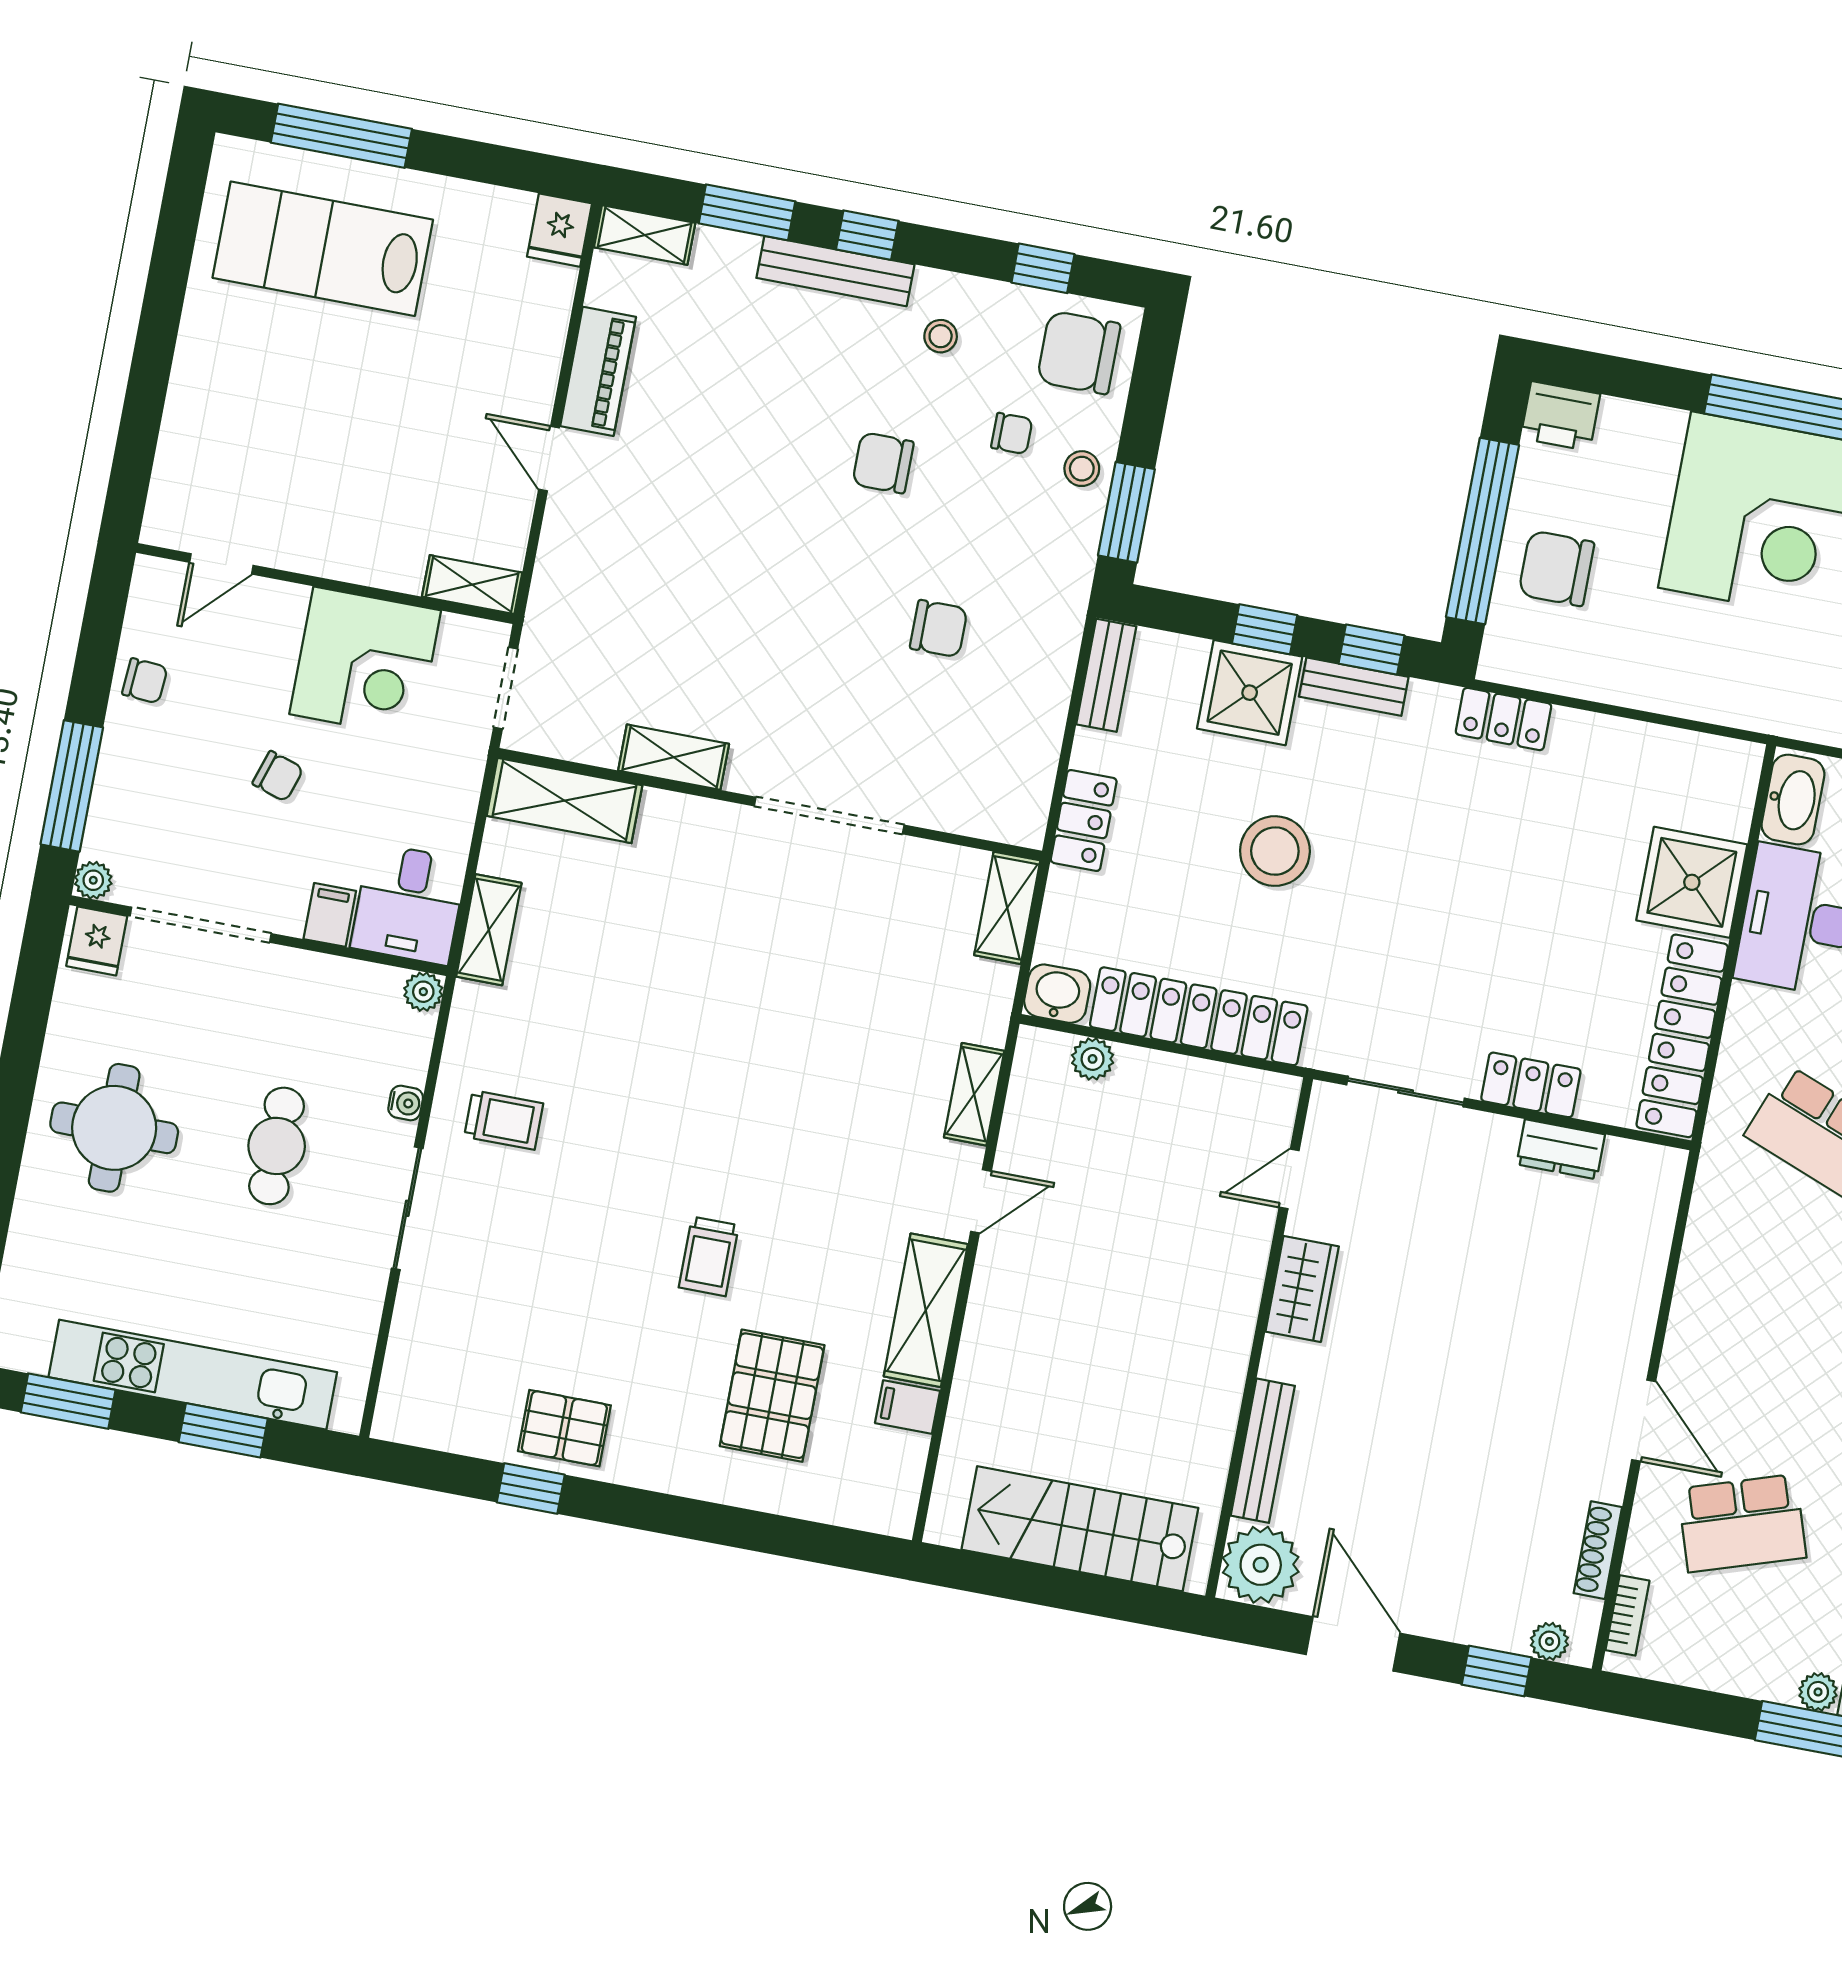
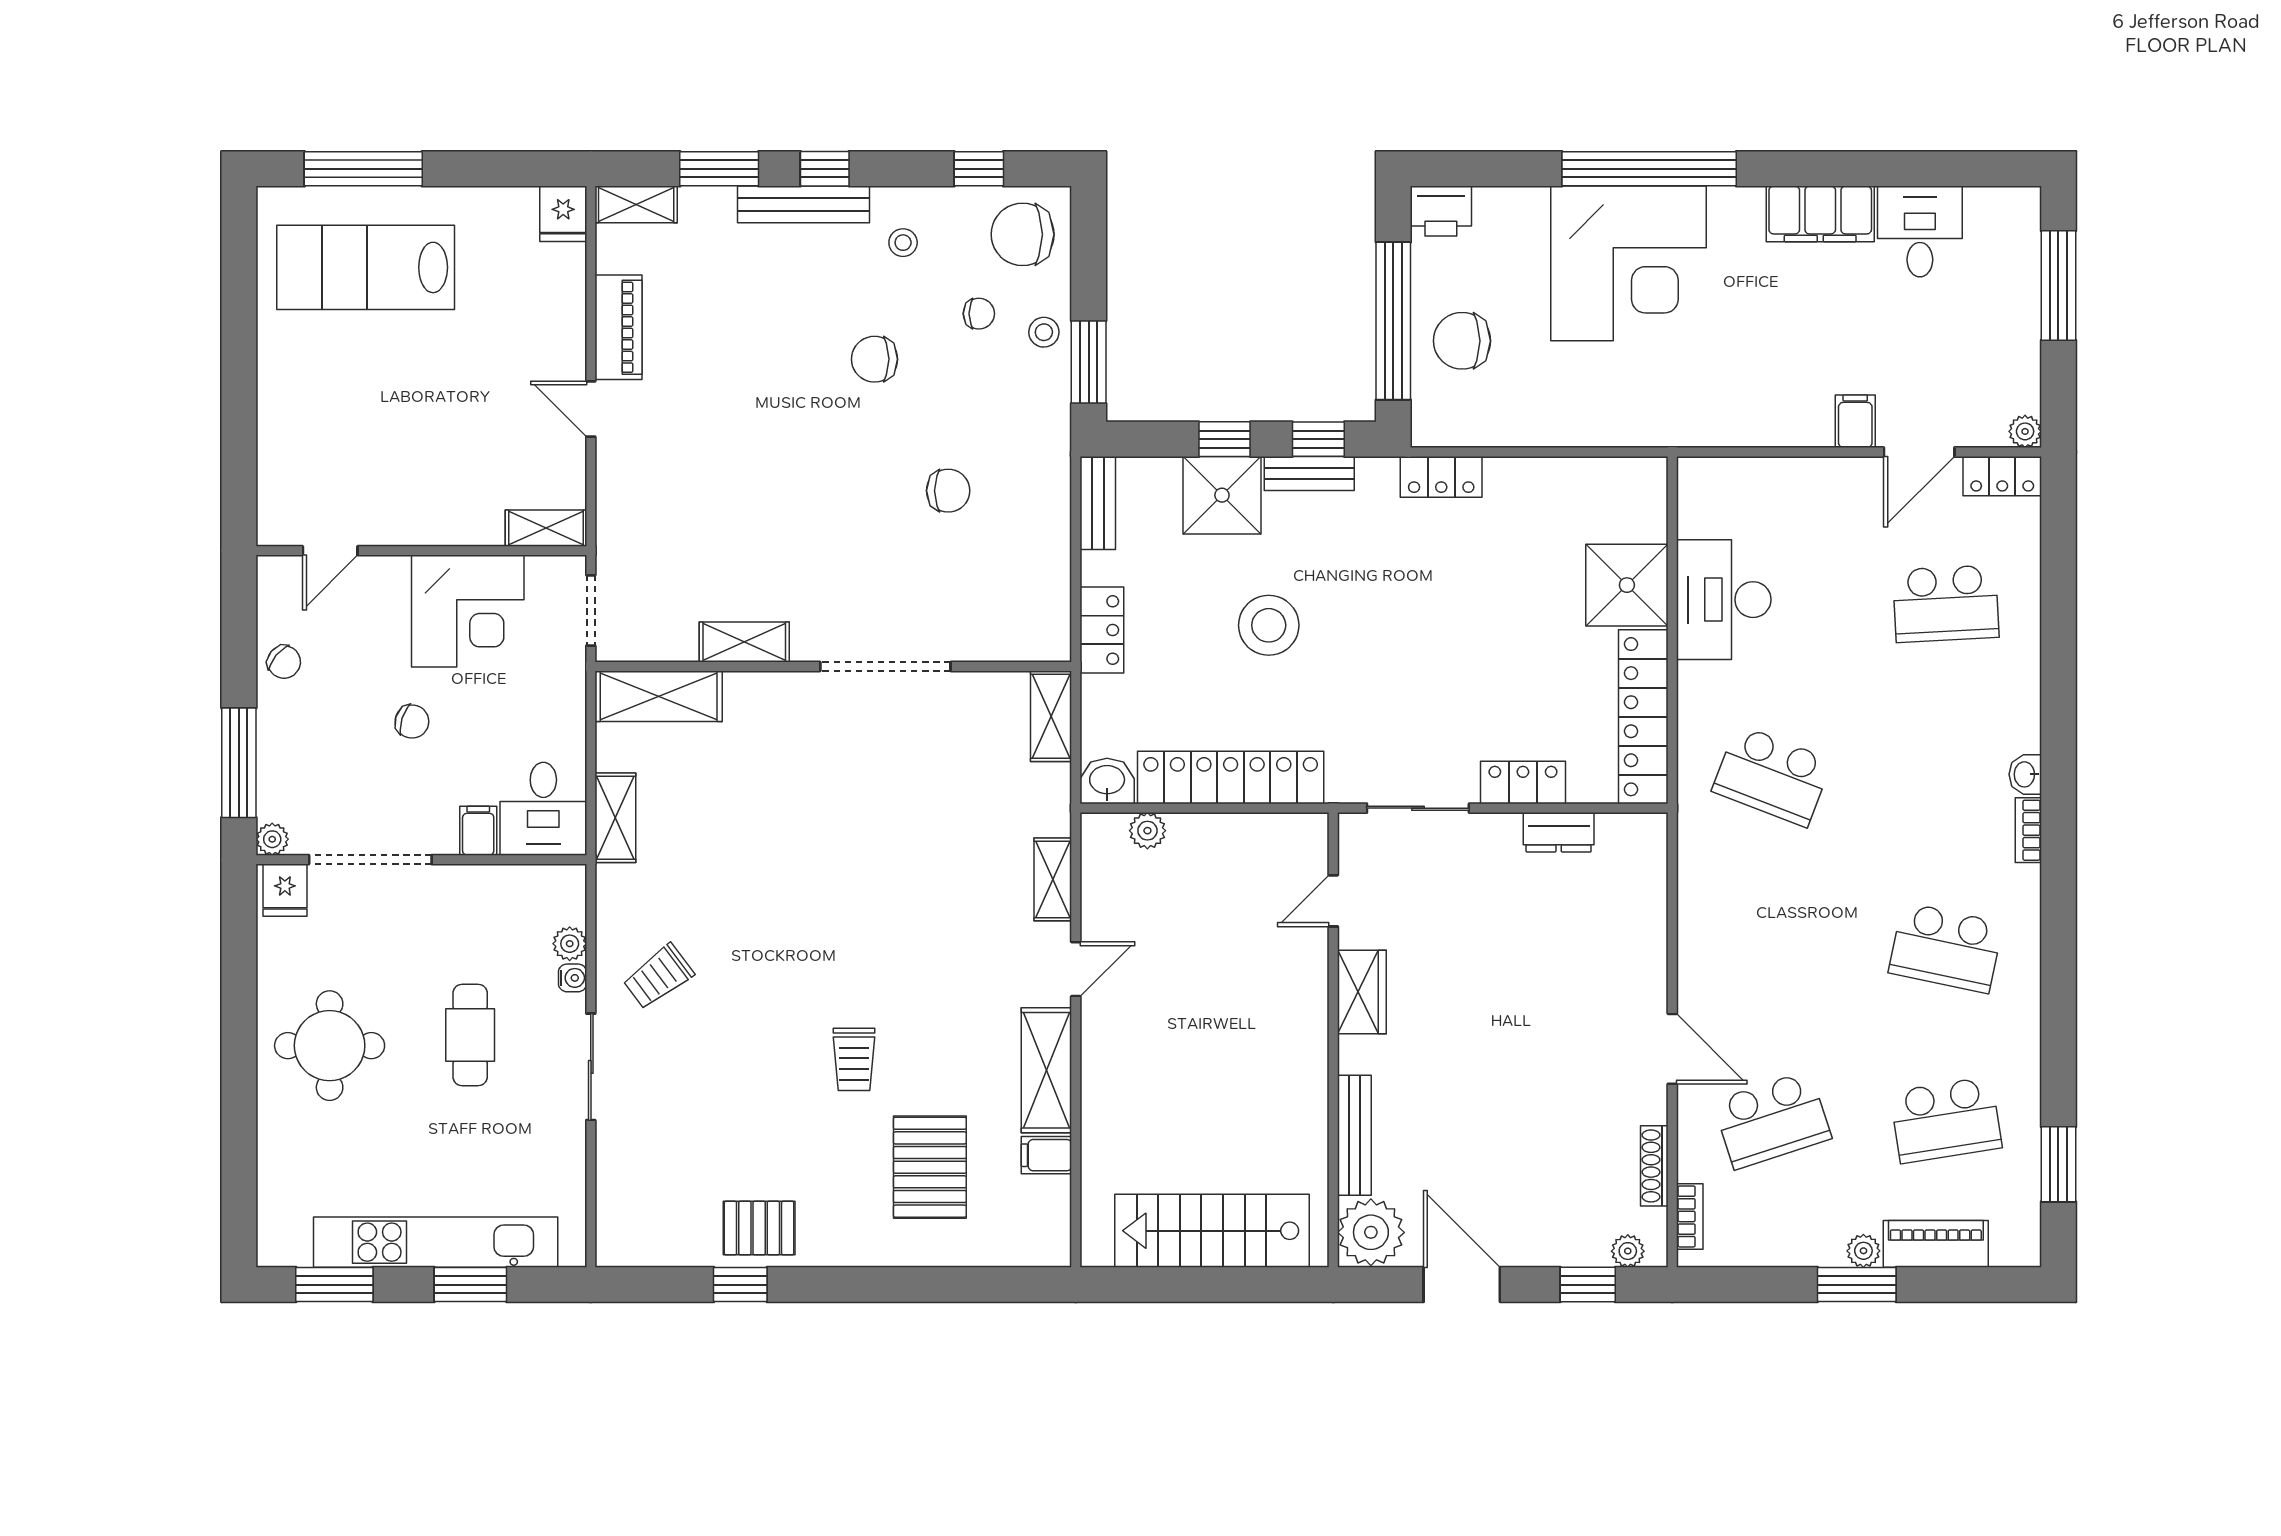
chair: (145, 681) -> (284, 662), turned 36
washbasin: (1793, 800) -> (1699, 499), removed
plant: (423, 992) -> (570, 944), moved
trolley: (504, 1120) -> (658, 977), turned 143

